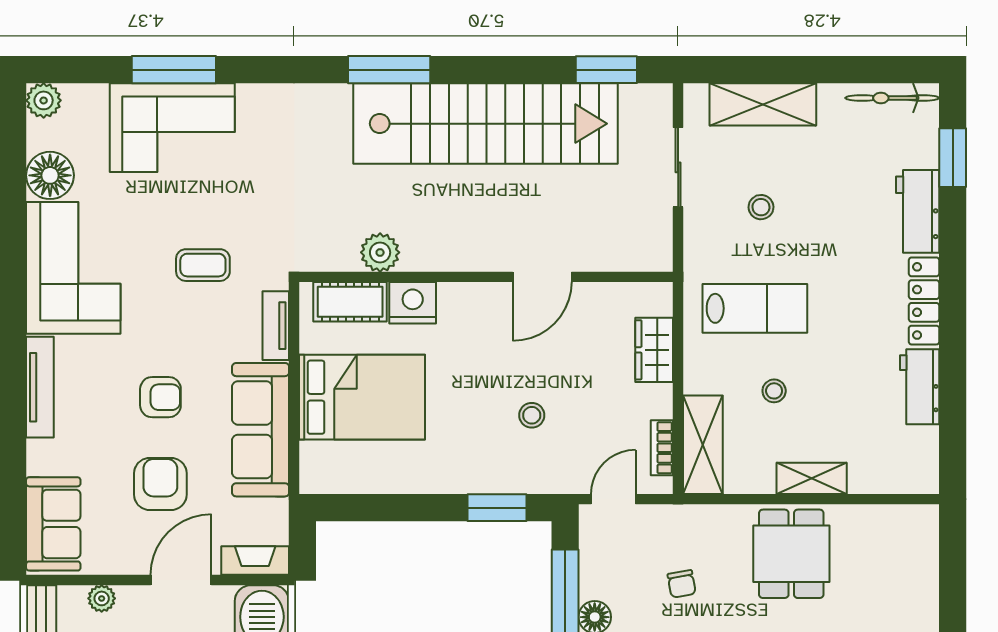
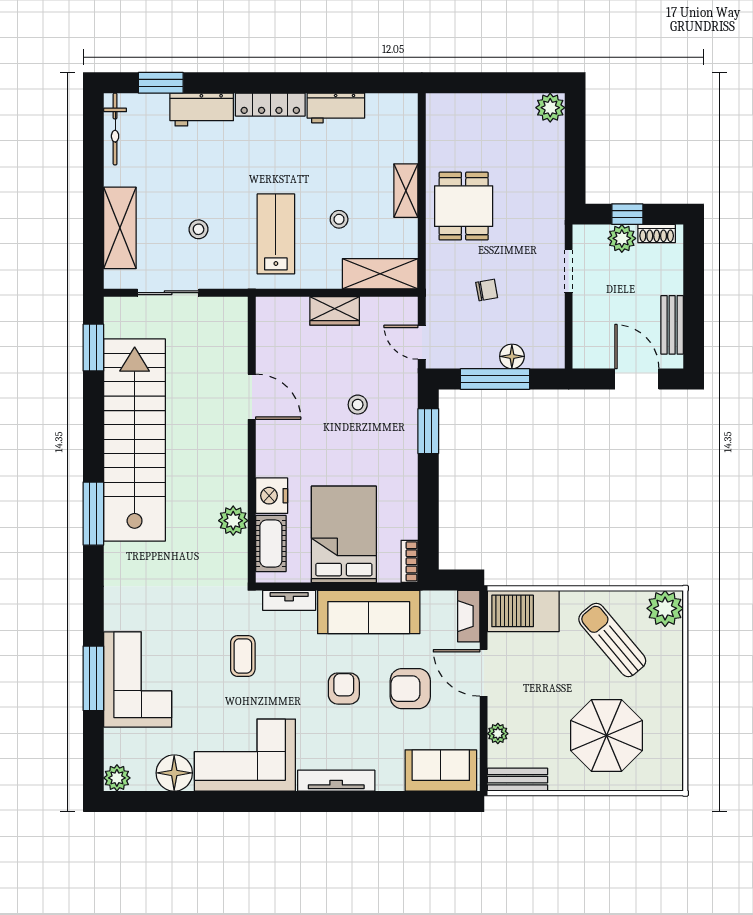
wardrobe: (654, 350) -> (335, 311), moved
bookcase: (662, 448) -> (410, 561), moved, turned 90
dining table: (791, 554) -> (464, 206), turned 90

